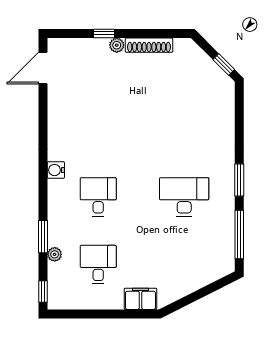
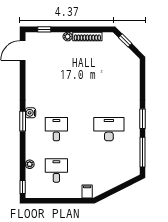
window: (104, 33) -> (44, 29), moved
window: (224, 64) -> (125, 40), moved
window: (43, 237) -> (23, 121), moved
filing cabinet: (140, 299) -> (87, 191), width x0.50

